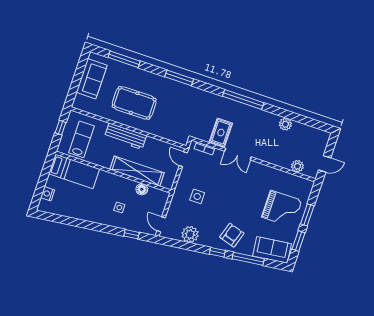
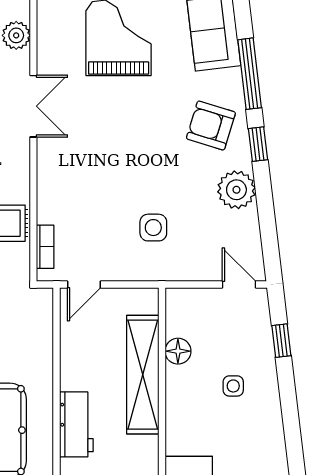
workbench: (125, 136) -> (76, 424), width x0.73
double door: (238, 154) -> (33, 106), moved
door: (161, 224) -> (239, 284), swing flipped
plant: (190, 234) -> (236, 190), moved

